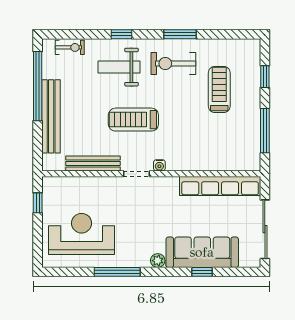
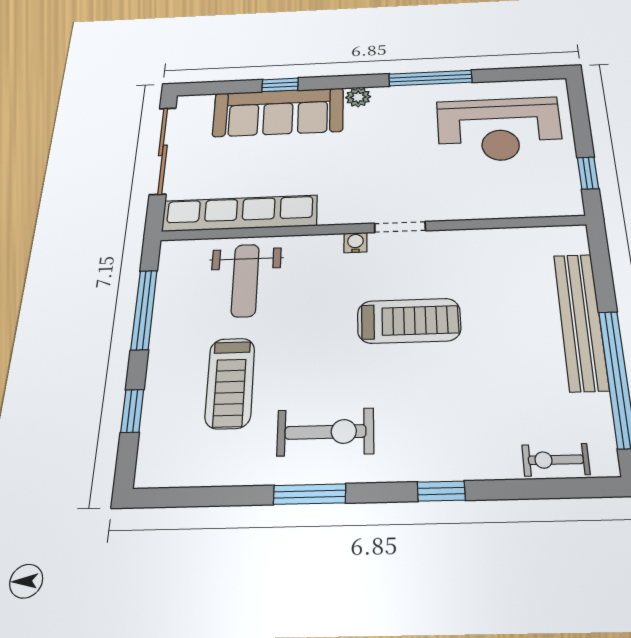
weight bench: (119, 67) -> (245, 280), moved, turned 90
bench: (93, 164) -> (486, 241), removed

